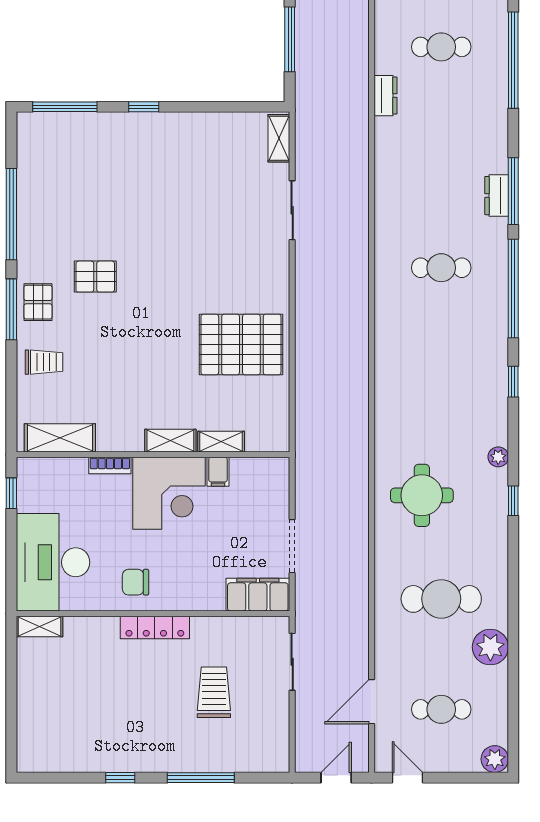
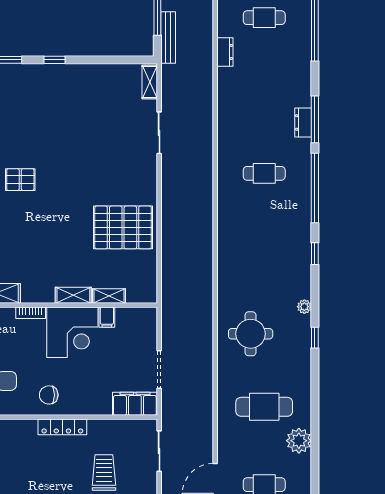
bench: (305, 75) -> (168, 37), added

